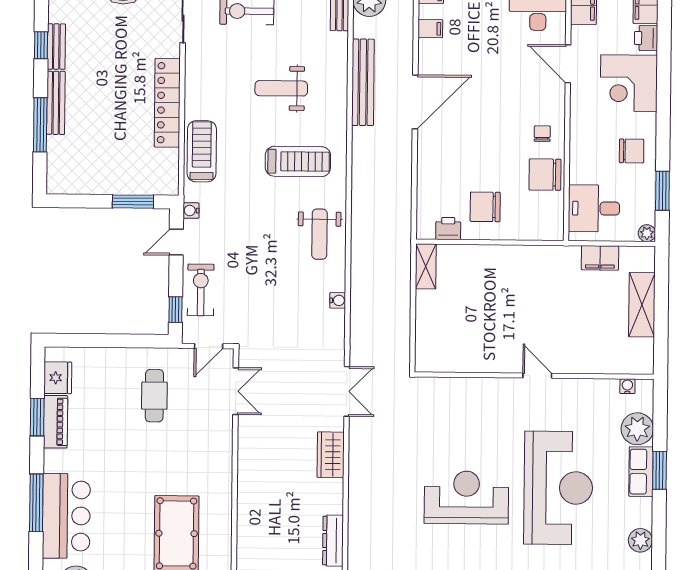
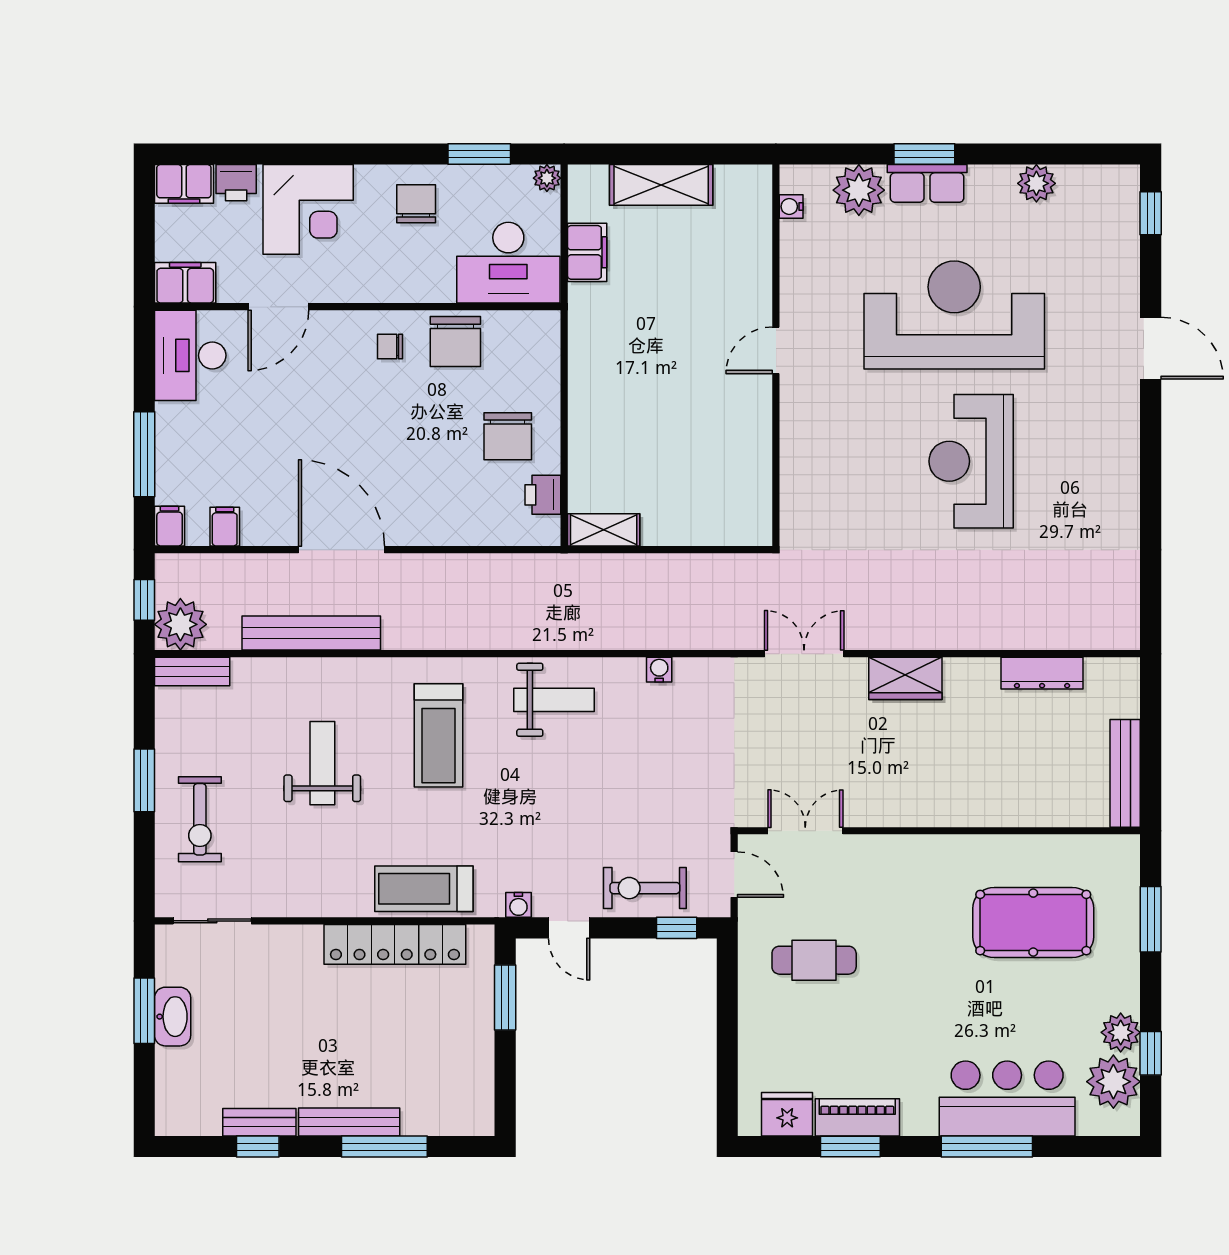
weight bench: (281, 88) -> (322, 763), turned 180
locker: (167, 103) -> (395, 944), moved
treadmill: (298, 161) -> (438, 735), turned 180
desk: (594, 208) -> (508, 263), width x1.37

